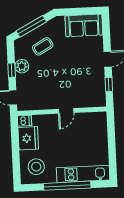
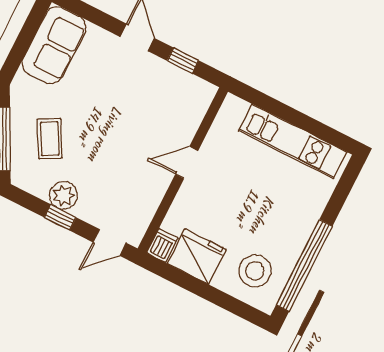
door: (66, 111) -> (187, 162), swing flipped
kitchen unit: (83, 174) -> (293, 141), moved, turned -90
window: (67, 186) -> (304, 265), moved

